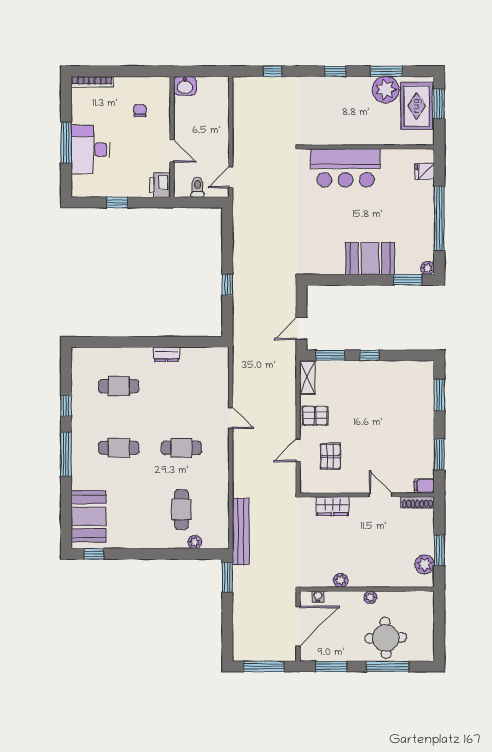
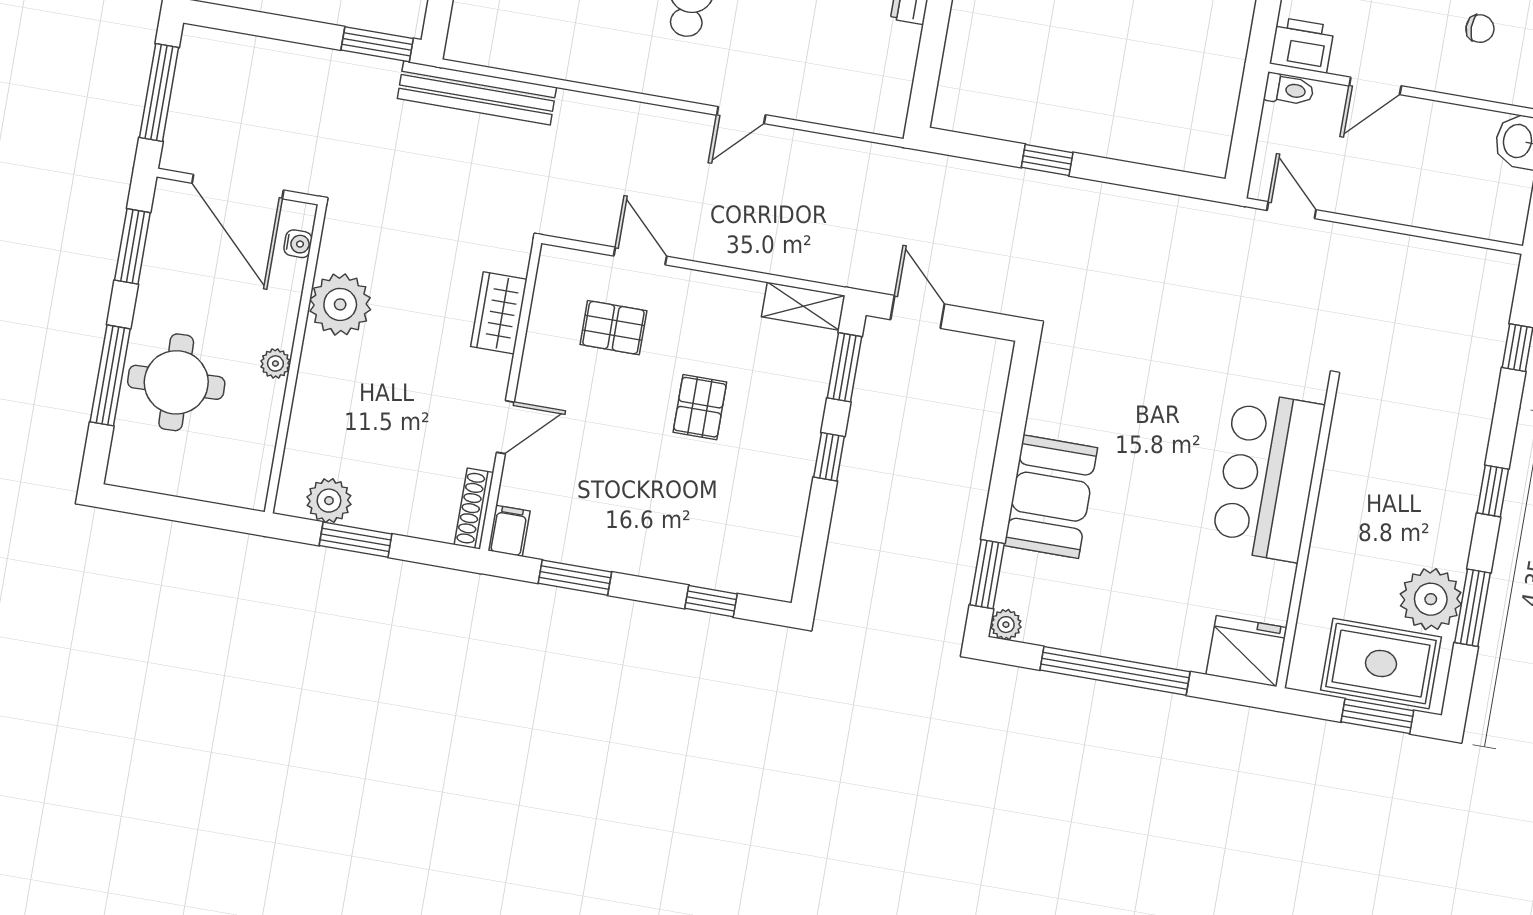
fridge: (425, 171) -> (1246, 651), width x1.88, depth x1.34
toilet: (198, 187) -> (1289, 90), moved
window: (439, 395) -> (711, 601), width x0.67
pallet: (315, 416) -> (700, 407), moved
plant: (341, 580) -> (340, 304), width x1.88, depth x1.88

